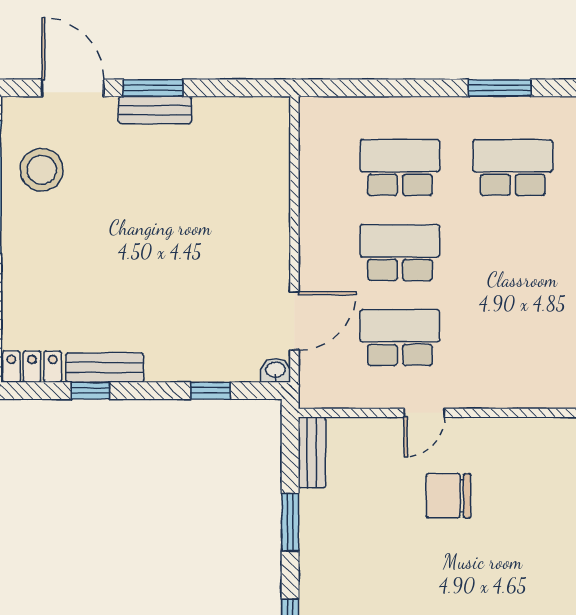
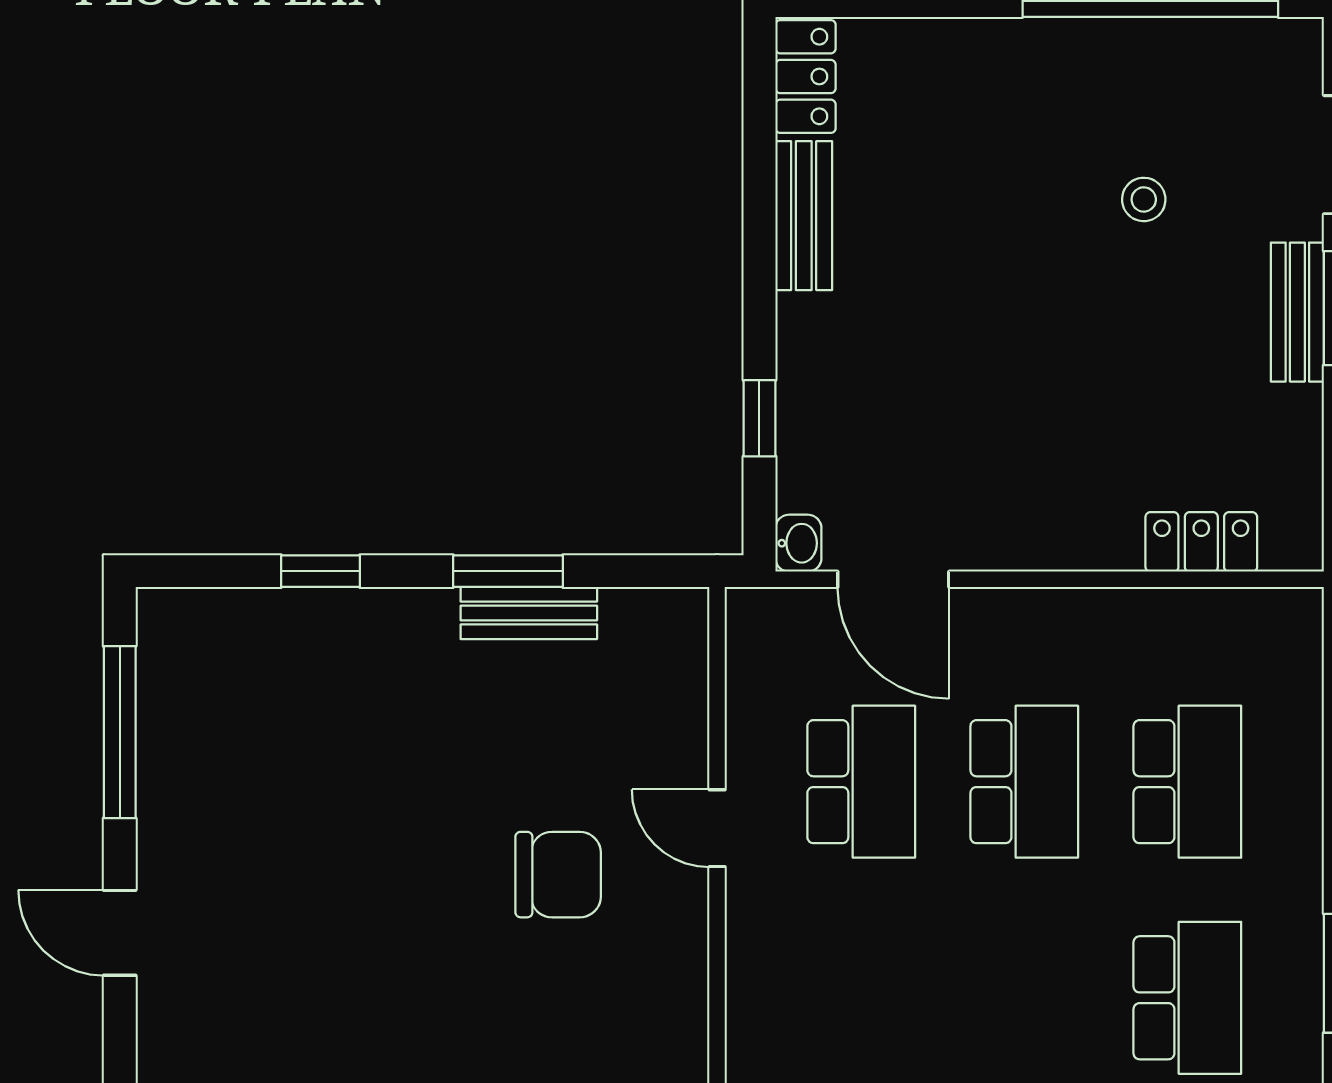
locker: (275, 160) -> (1201, 542), added
stool: (42, 170) -> (1144, 199), moved, width x0.53, depth x0.53
window: (90, 391) -> (759, 188), removed
bench: (312, 452) -> (529, 613), moved
chair: (448, 496) -> (558, 875), turned 90

